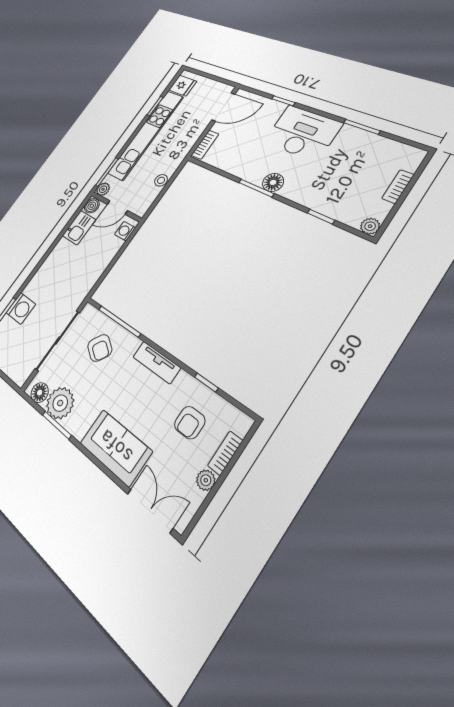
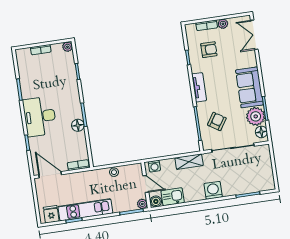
kitchen unit: (146, 135) -> (85, 210), width x0.73
floor lamp: (273, 182) -> (78, 125), moved
shelving: (92, 275) -> (189, 162), added
washing machine: (21, 308) -> (213, 190), moved
sofa: (116, 447) -> (249, 87), moved

